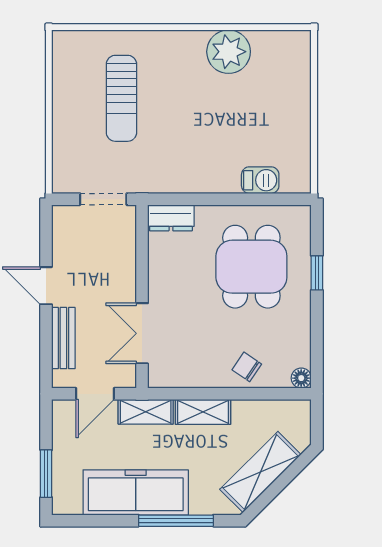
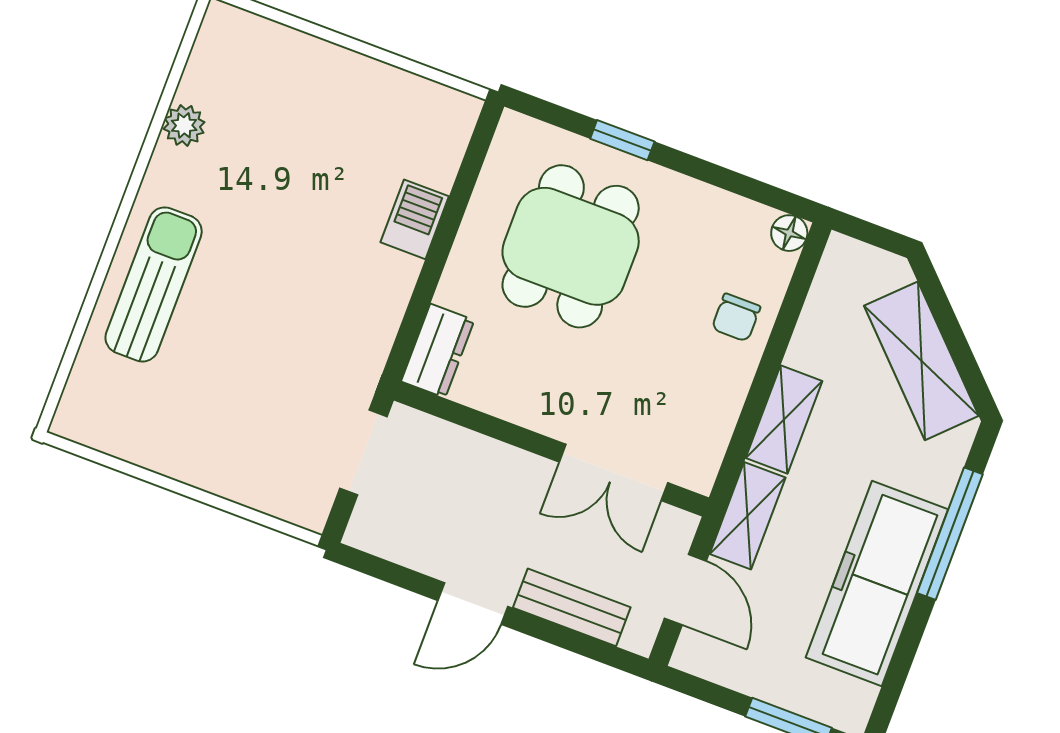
plant: (229, 52) -> (184, 125), width x0.53, depth x0.53
sun lounger: (121, 98) -> (154, 284), moved, turned -90
barbecue: (260, 180) -> (415, 219), moved
dining table: (251, 267) -> (571, 246), turned 90
chair: (247, 367) -> (736, 318), turned -34

